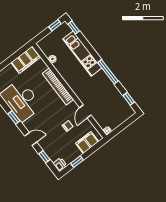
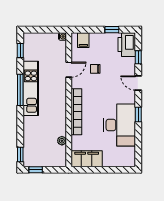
kitchen unit: (82, 54) -> (31, 88), moved
filing cabinet: (87, 142) -> (83, 40), width x0.50
printer: (60, 165) -> (127, 45), width x1.87, depth x1.48

